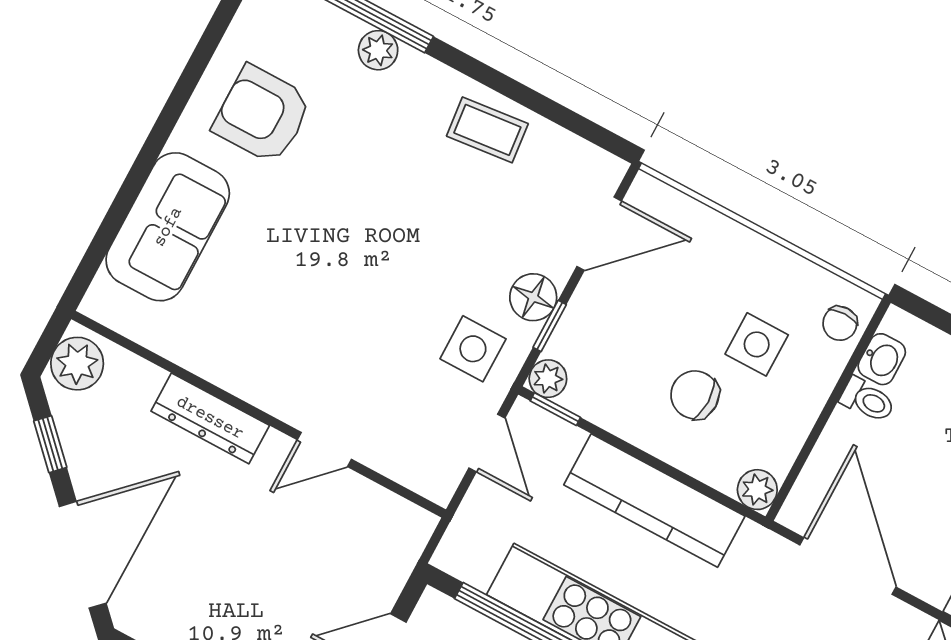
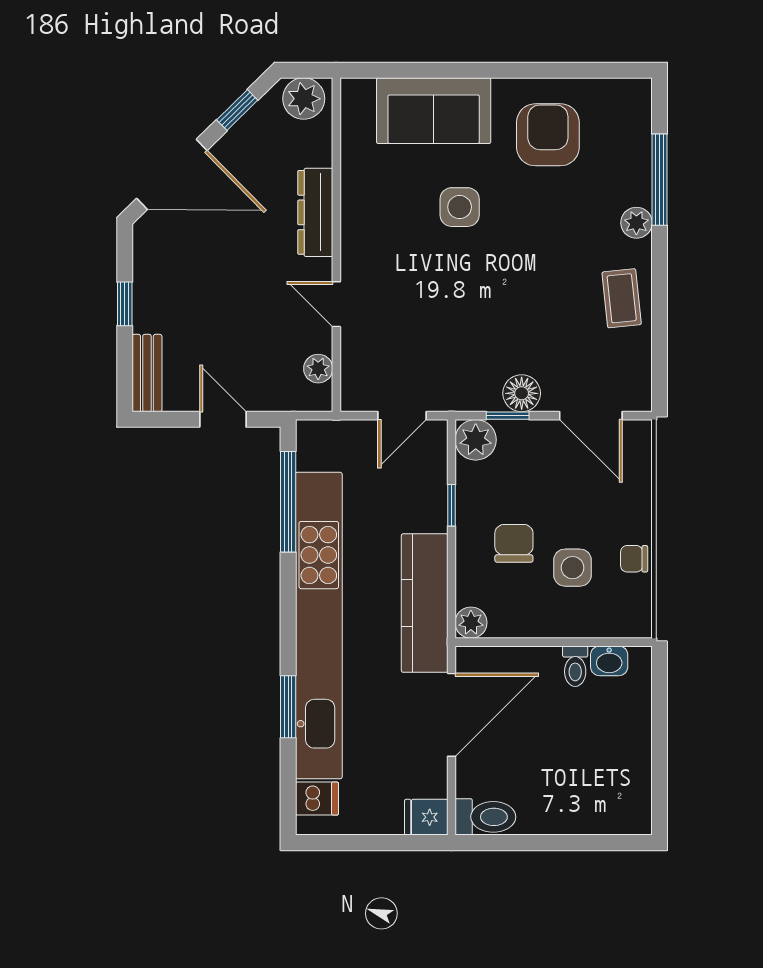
plant: (378, 50) -> (636, 223), moved
chair: (840, 323) -> (634, 559), moved
side table: (473, 349) -> (460, 207), moved
plant: (548, 379) -> (476, 440), width x1.38, depth x1.38
window: (555, 409) -> (451, 505), moved
kitchen counter: (654, 501) -> (425, 603), moved
plant: (385, 508) -> (318, 369), added

